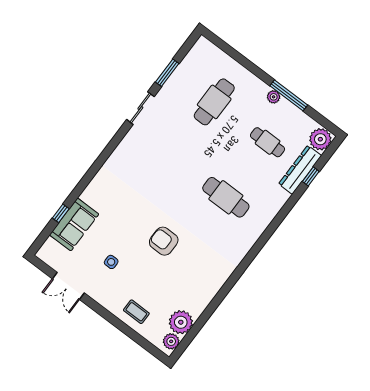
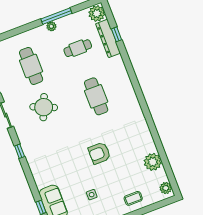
round table: (176, 145) -> (44, 107), added
window: (109, 149) -> (20, 151), added
cafe table: (226, 197) -> (96, 96), turned 90
plant: (181, 322) -> (153, 162), moved

